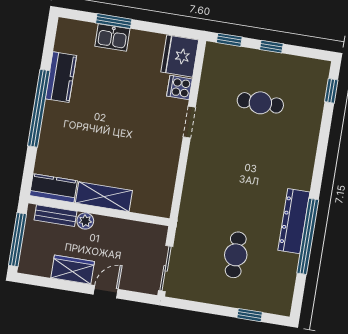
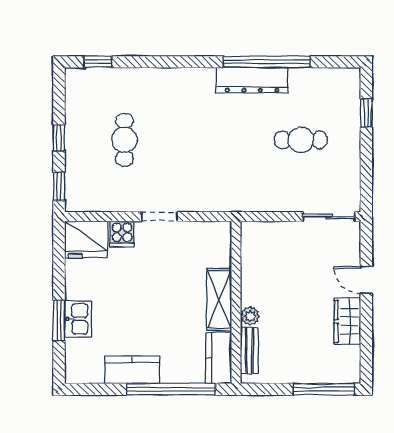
kitchen counter: (53, 188) -> (219, 358), moved
shelving: (104, 197) -> (219, 300), moved
wall: (99, 211) -> (236, 302), moved
bench: (56, 216) -> (249, 351), moved
plant: (85, 221) -> (250, 316), moved

